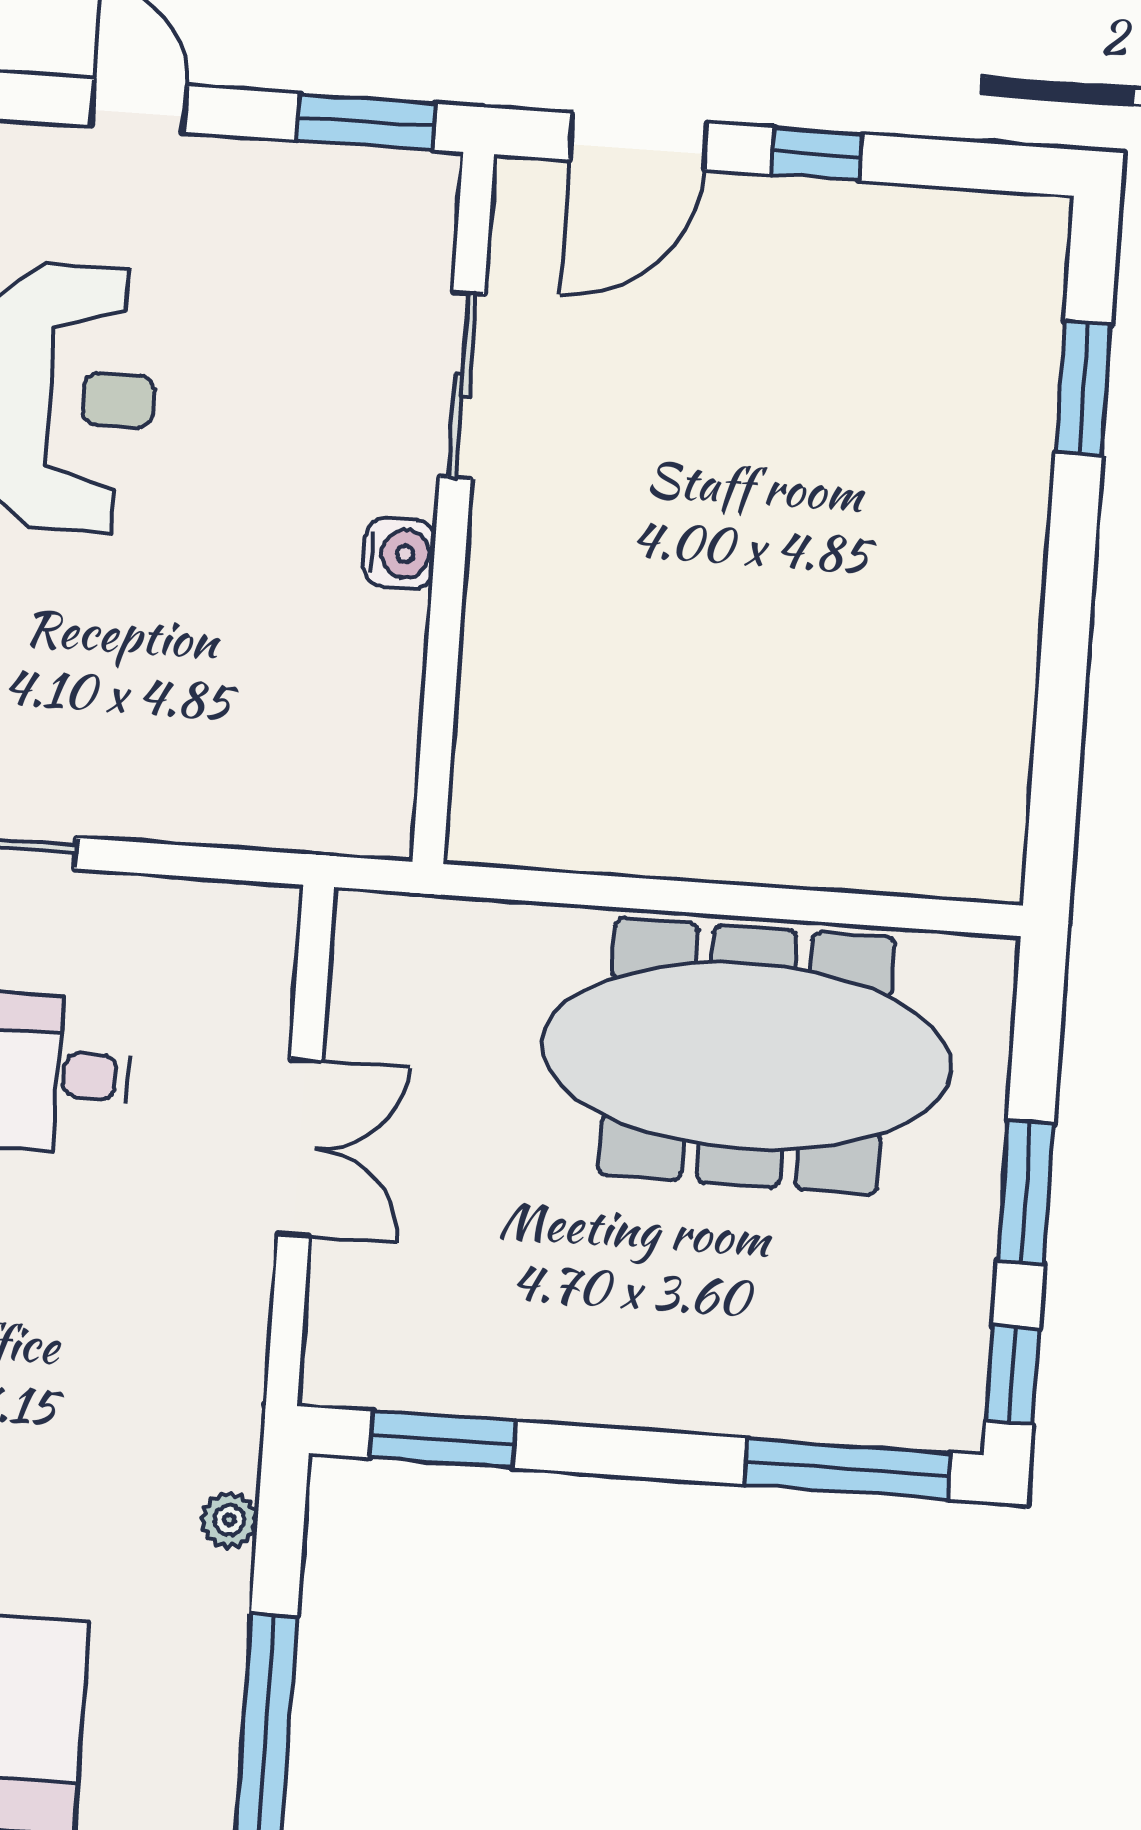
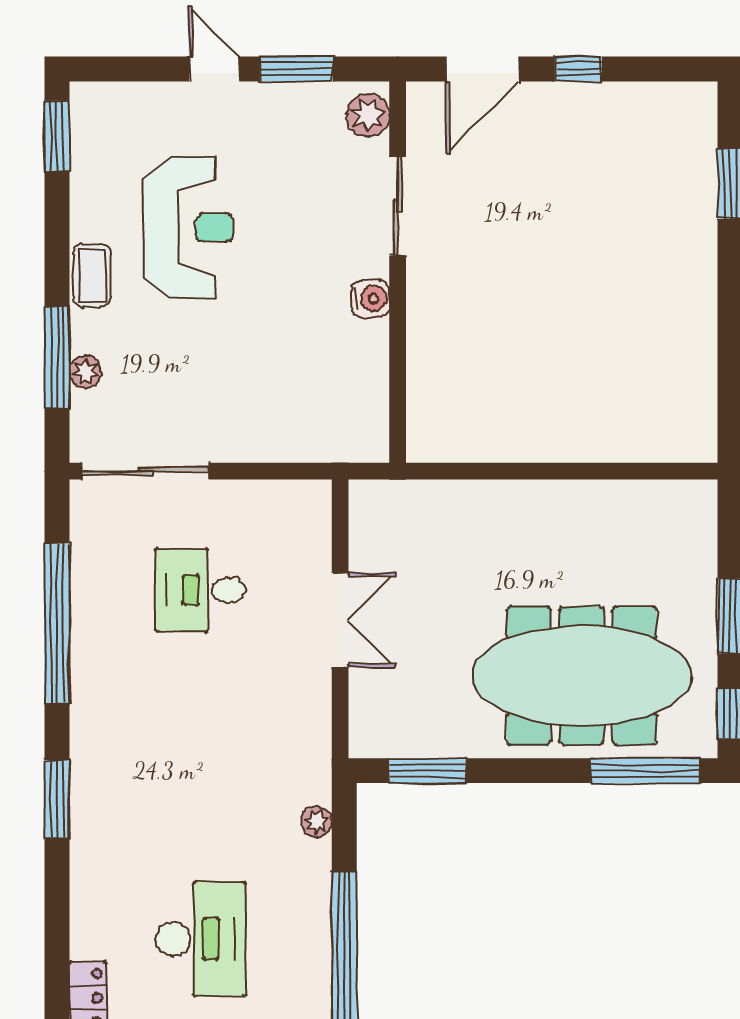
window: (366, 122) -> (296, 69), moved
plant: (419, 212) -> (368, 115), added
meeting table: (747, 1056) -> (582, 676), moved

